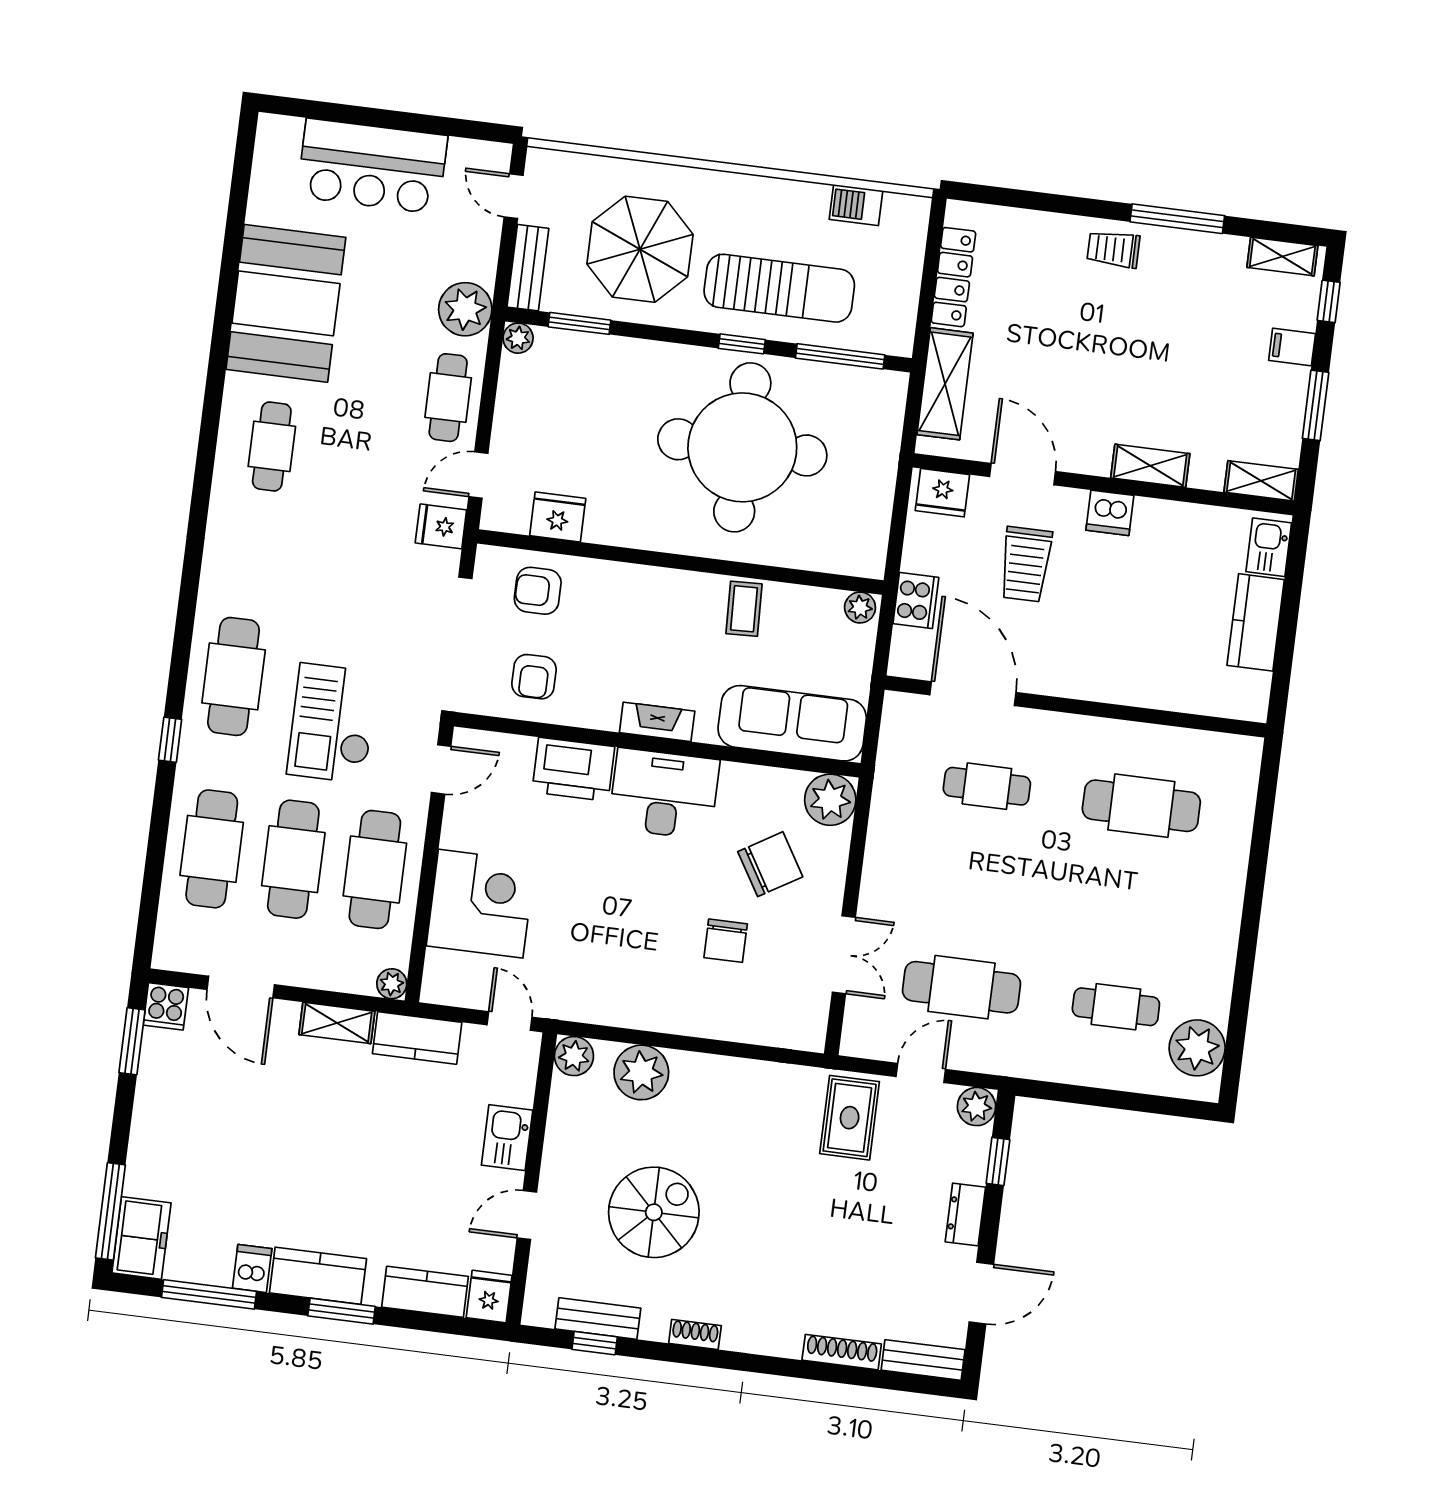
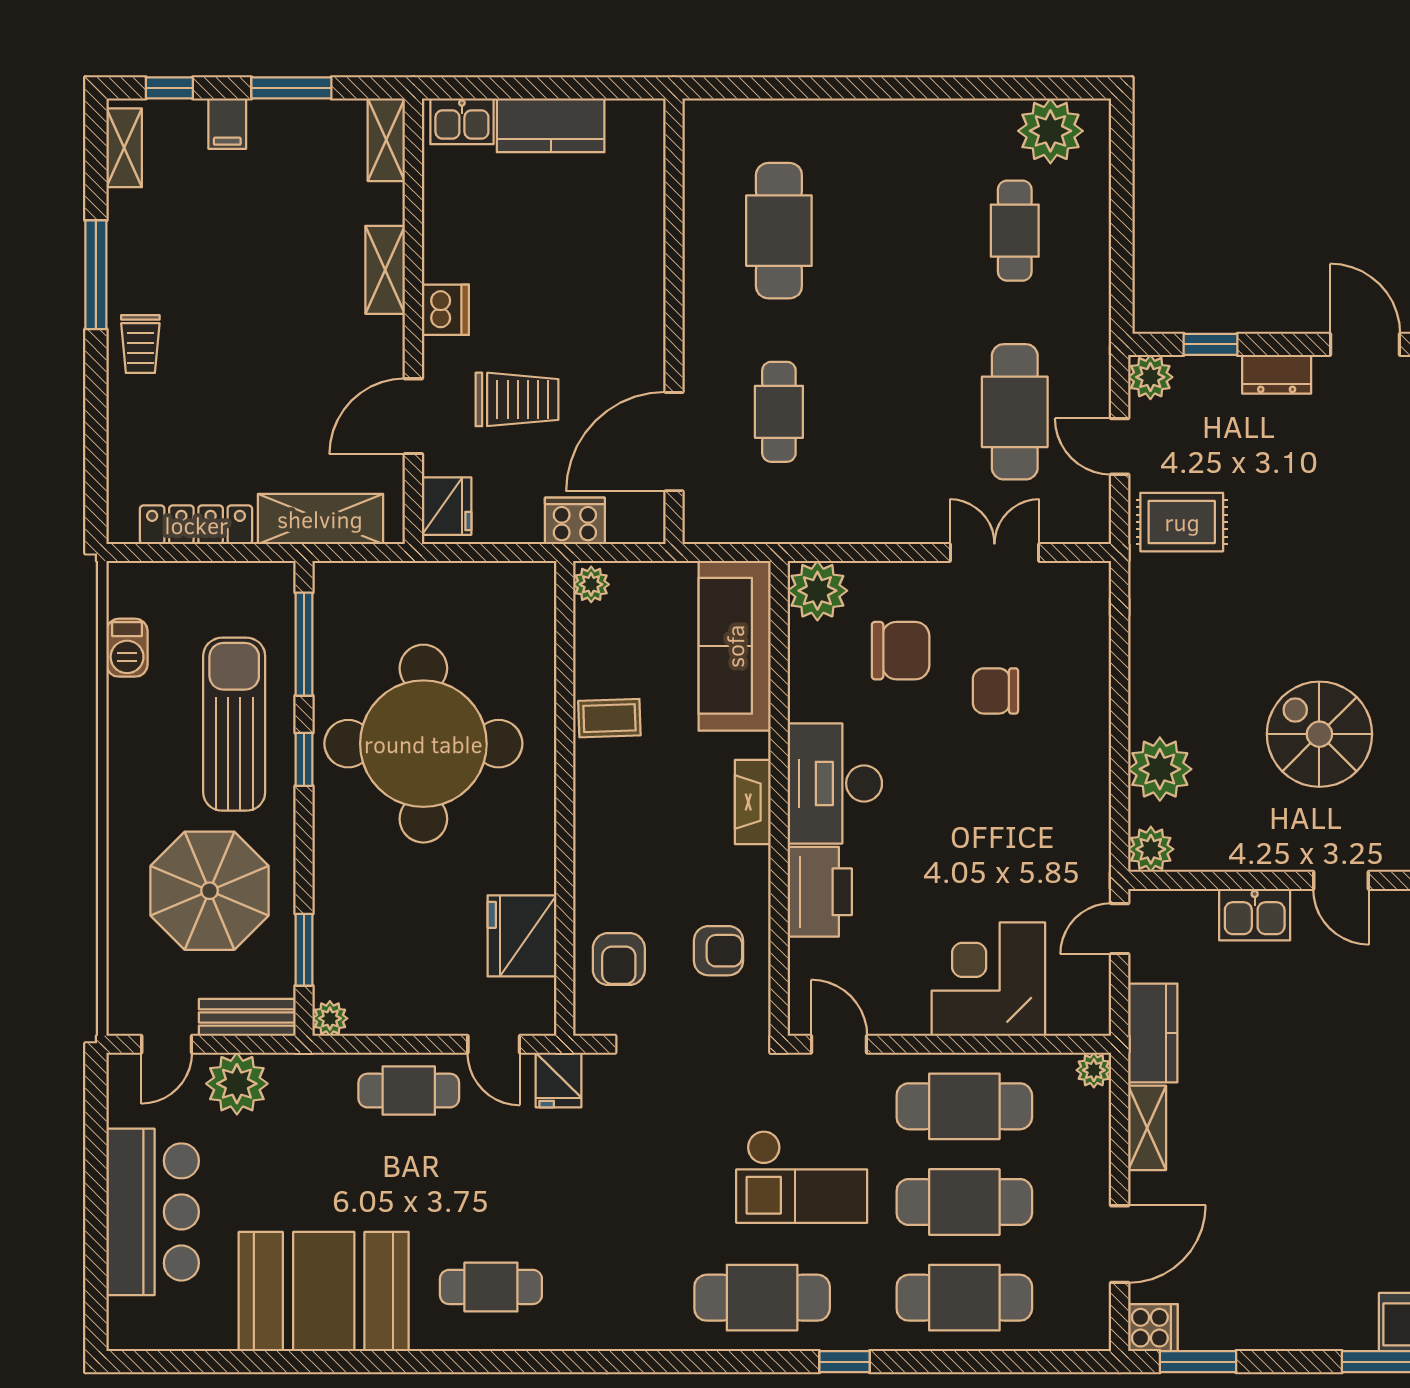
plant: (465, 309) -> (237, 1084), moved
fridge: (558, 517) -> (522, 936), width x1.36, depth x1.34
chair: (770, 864) -> (901, 651), turned 121
chair: (726, 941) -> (995, 691), turned 180

